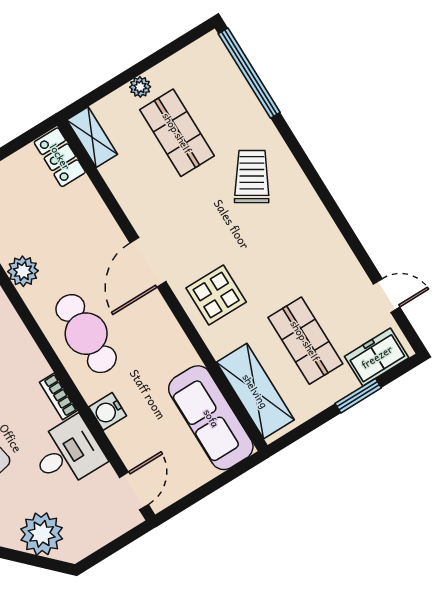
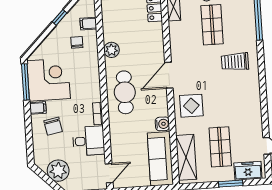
trolley: (252, 177) -> (235, 62), turned -122
water cooler: (108, 411) -> (162, 124), moved, turned 180

